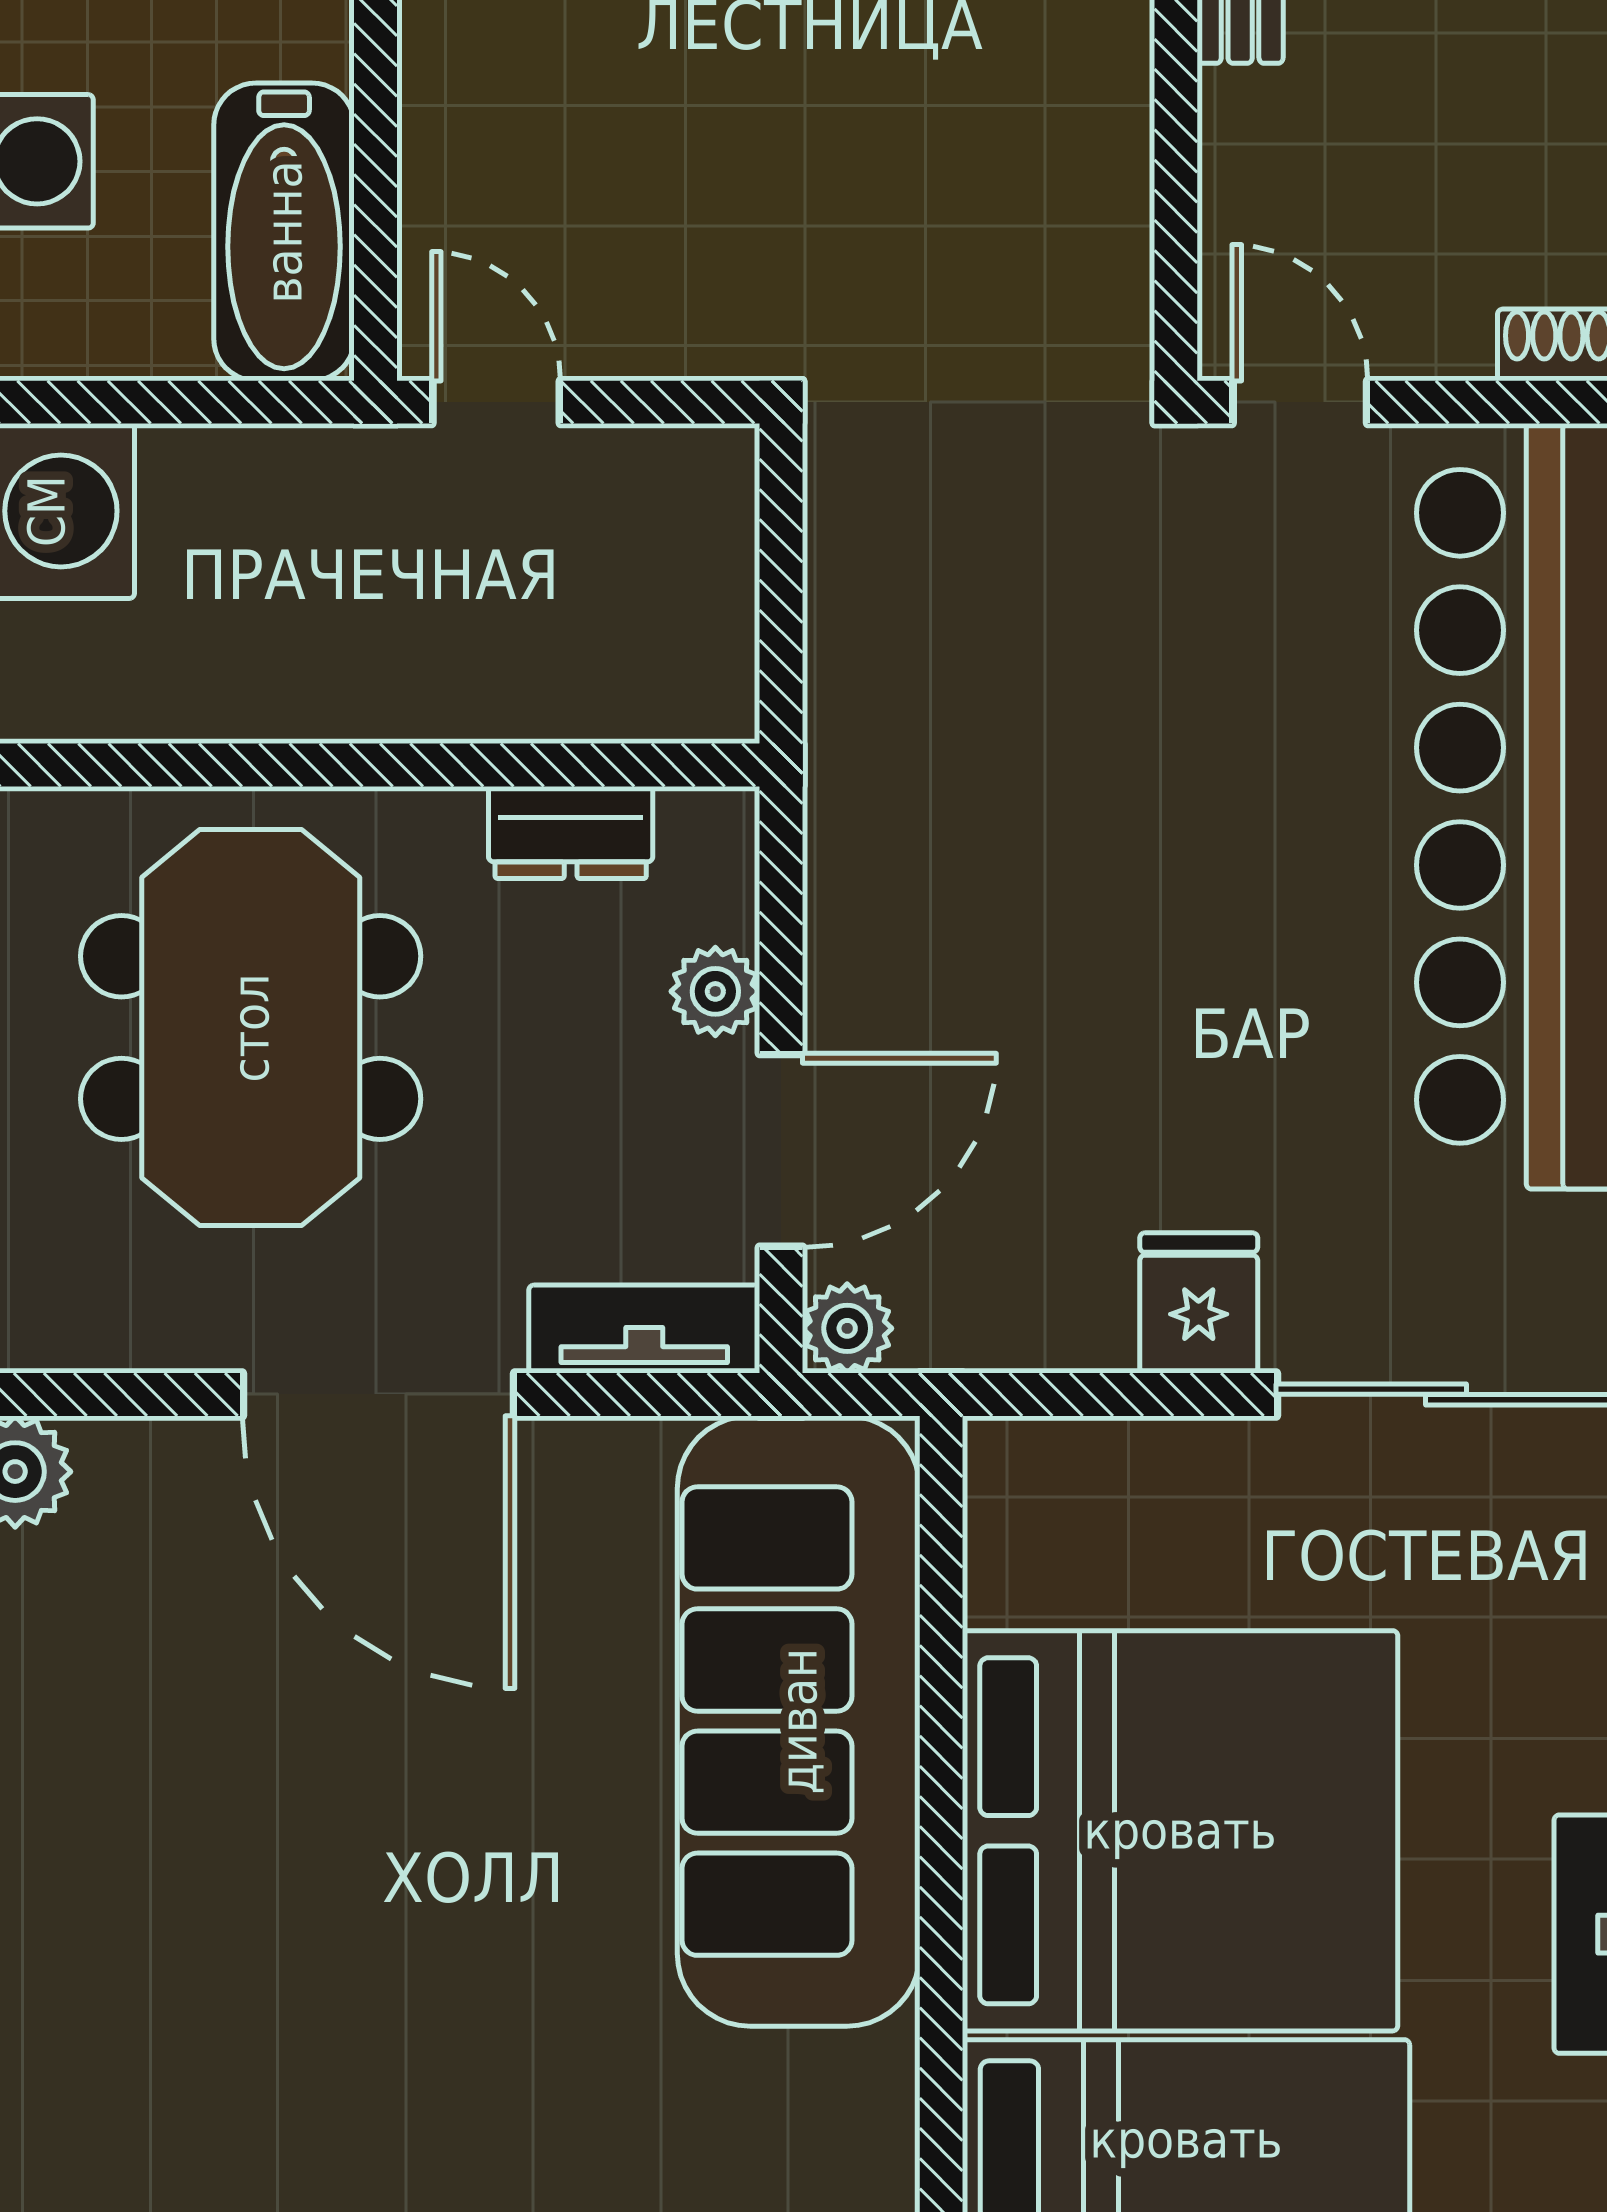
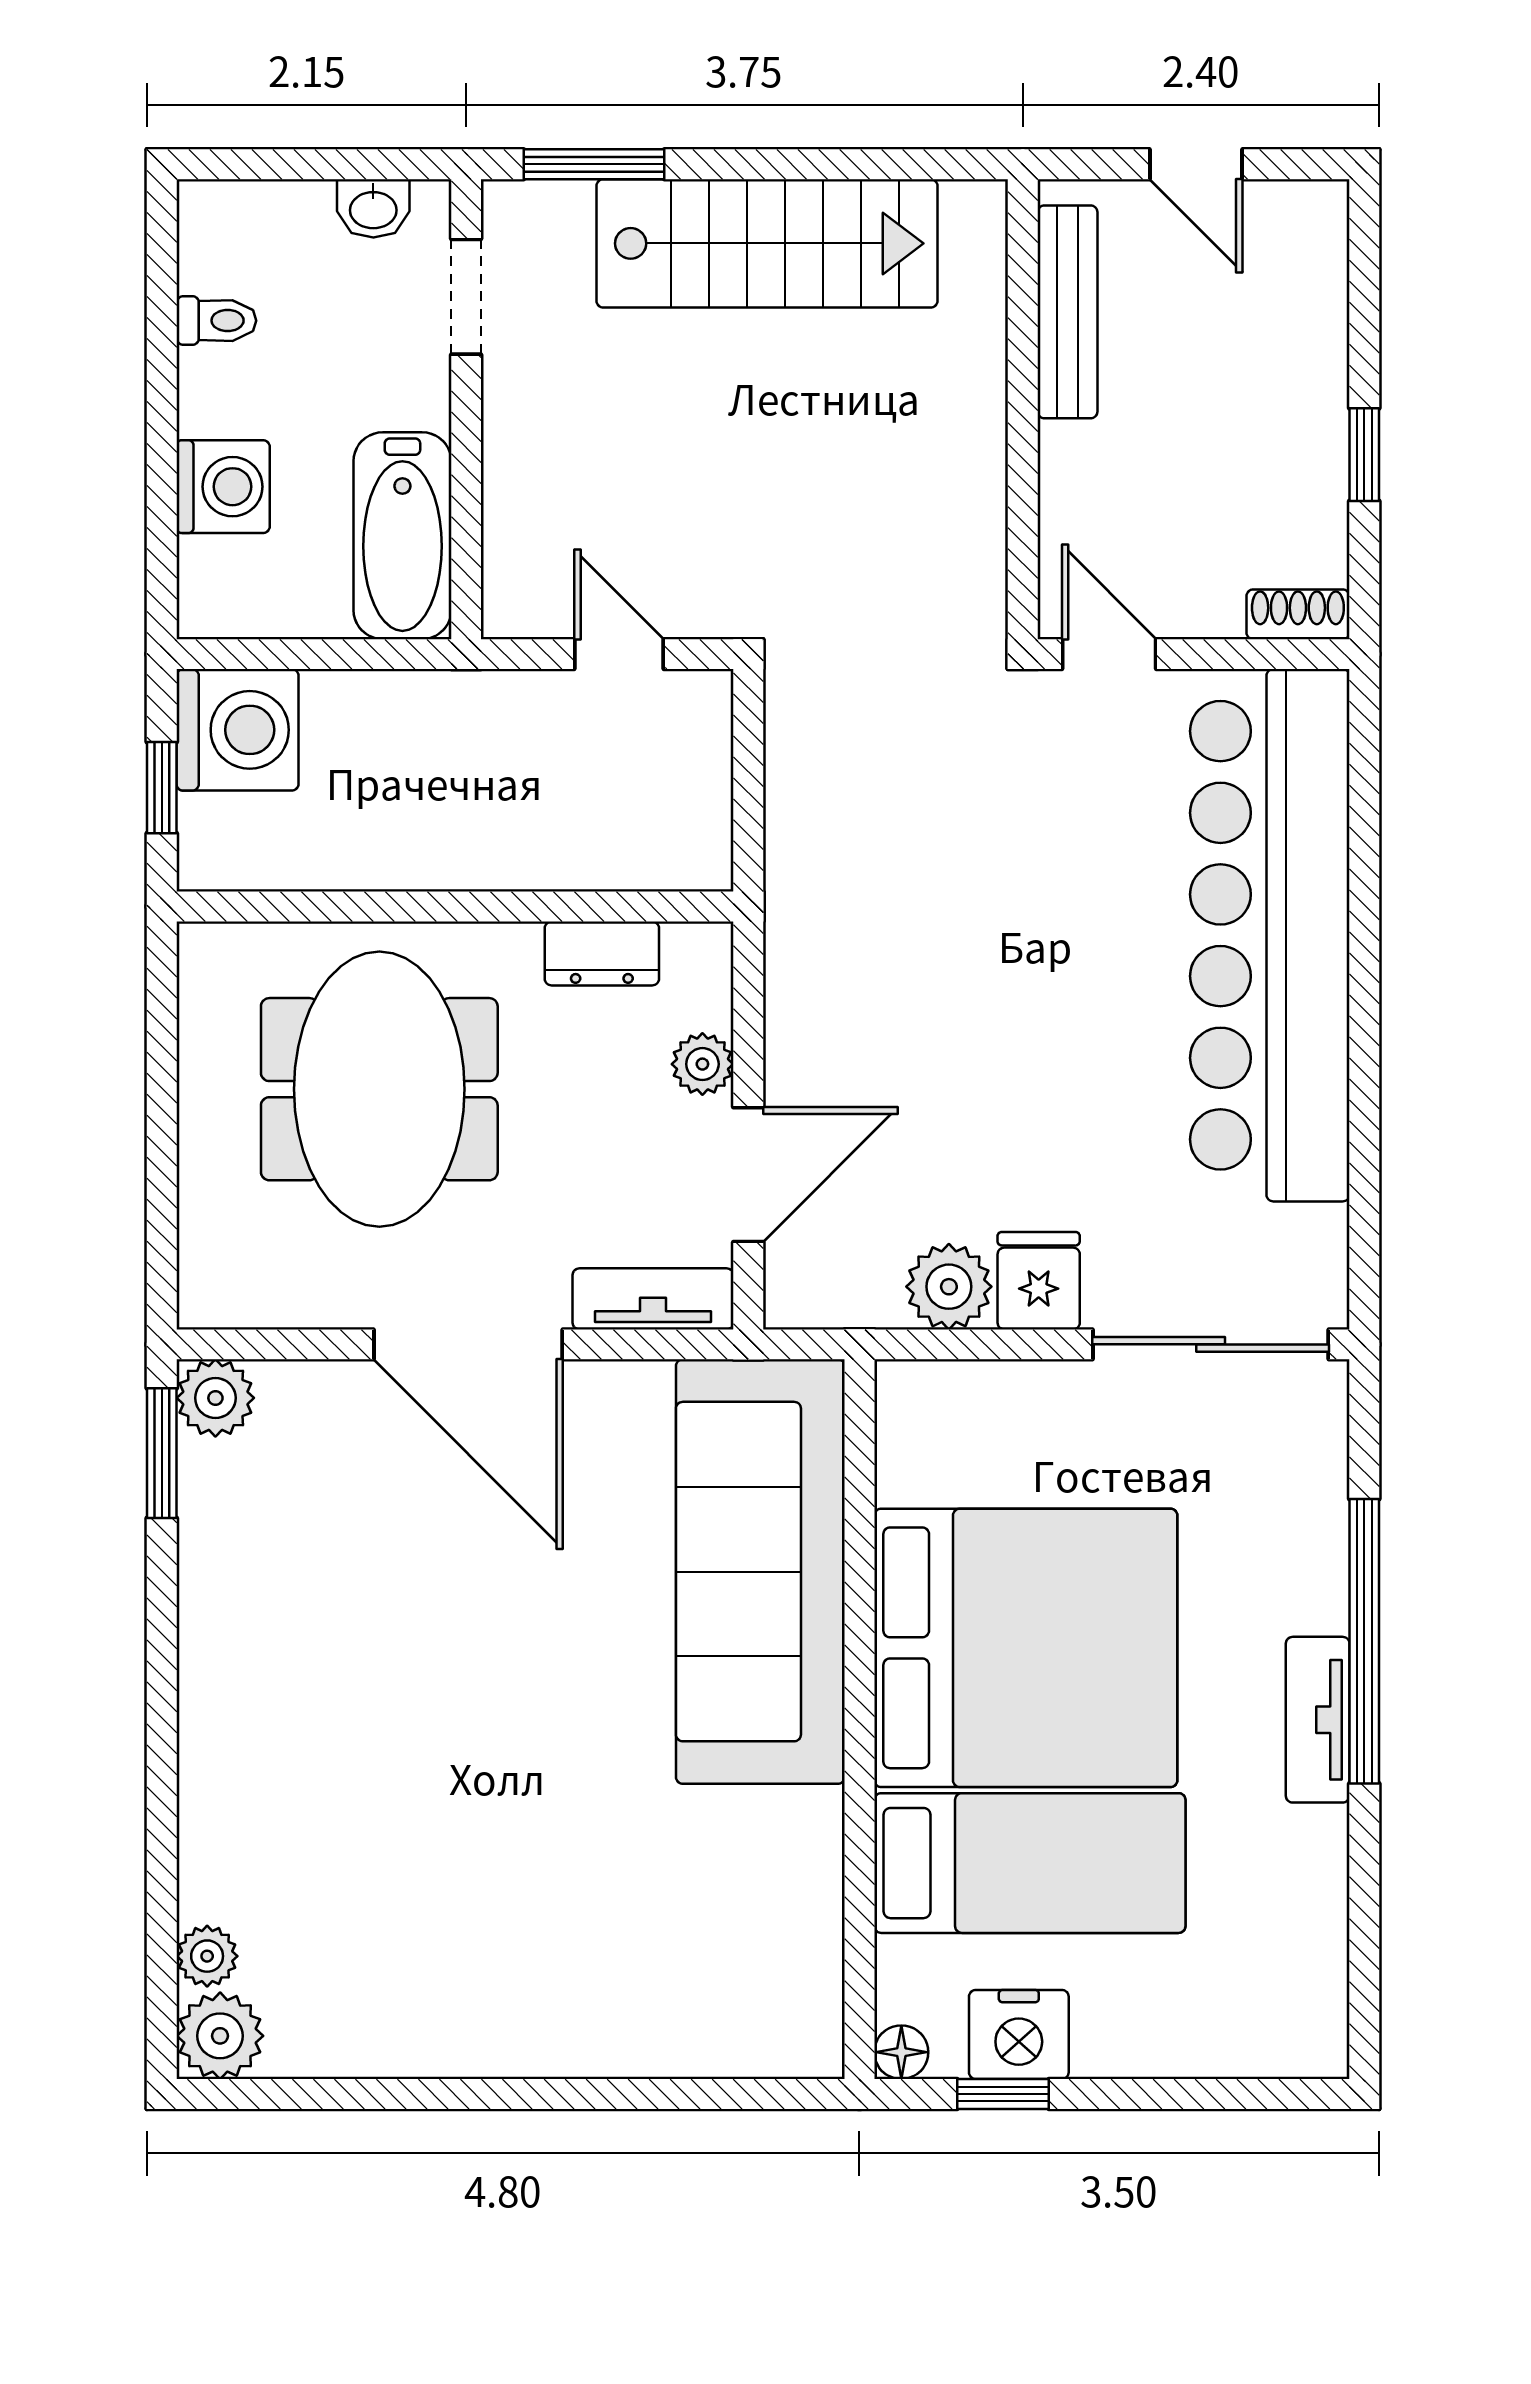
door: (496, 402) -> (619, 654), moved
plant: (847, 1328) -> (949, 1287), moved, width x1.38, depth x1.38

